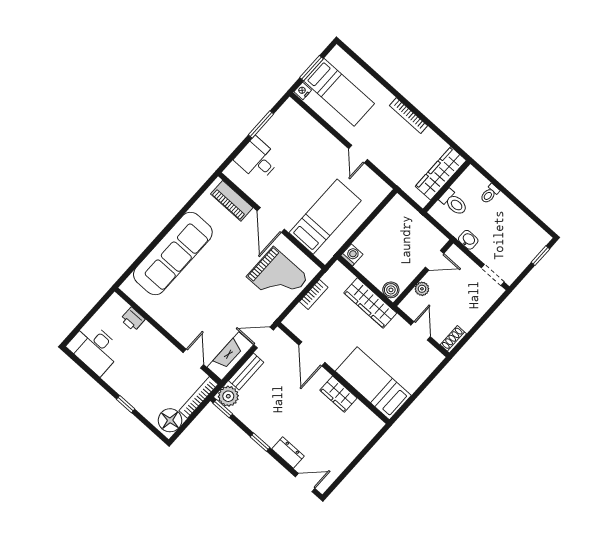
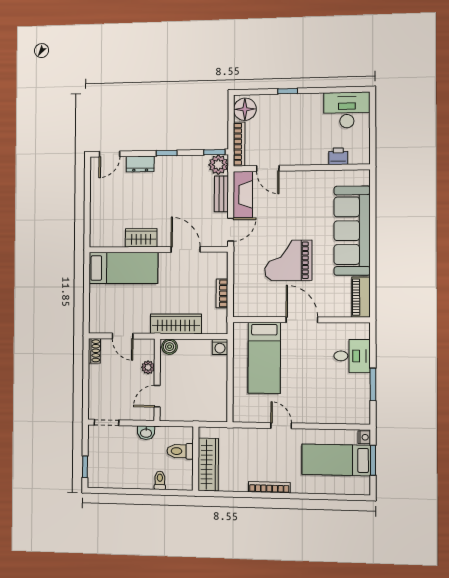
piano: (232, 201) -> (361, 297), moved, turned -90
grand piano: (277, 277) -> (288, 260), moved

